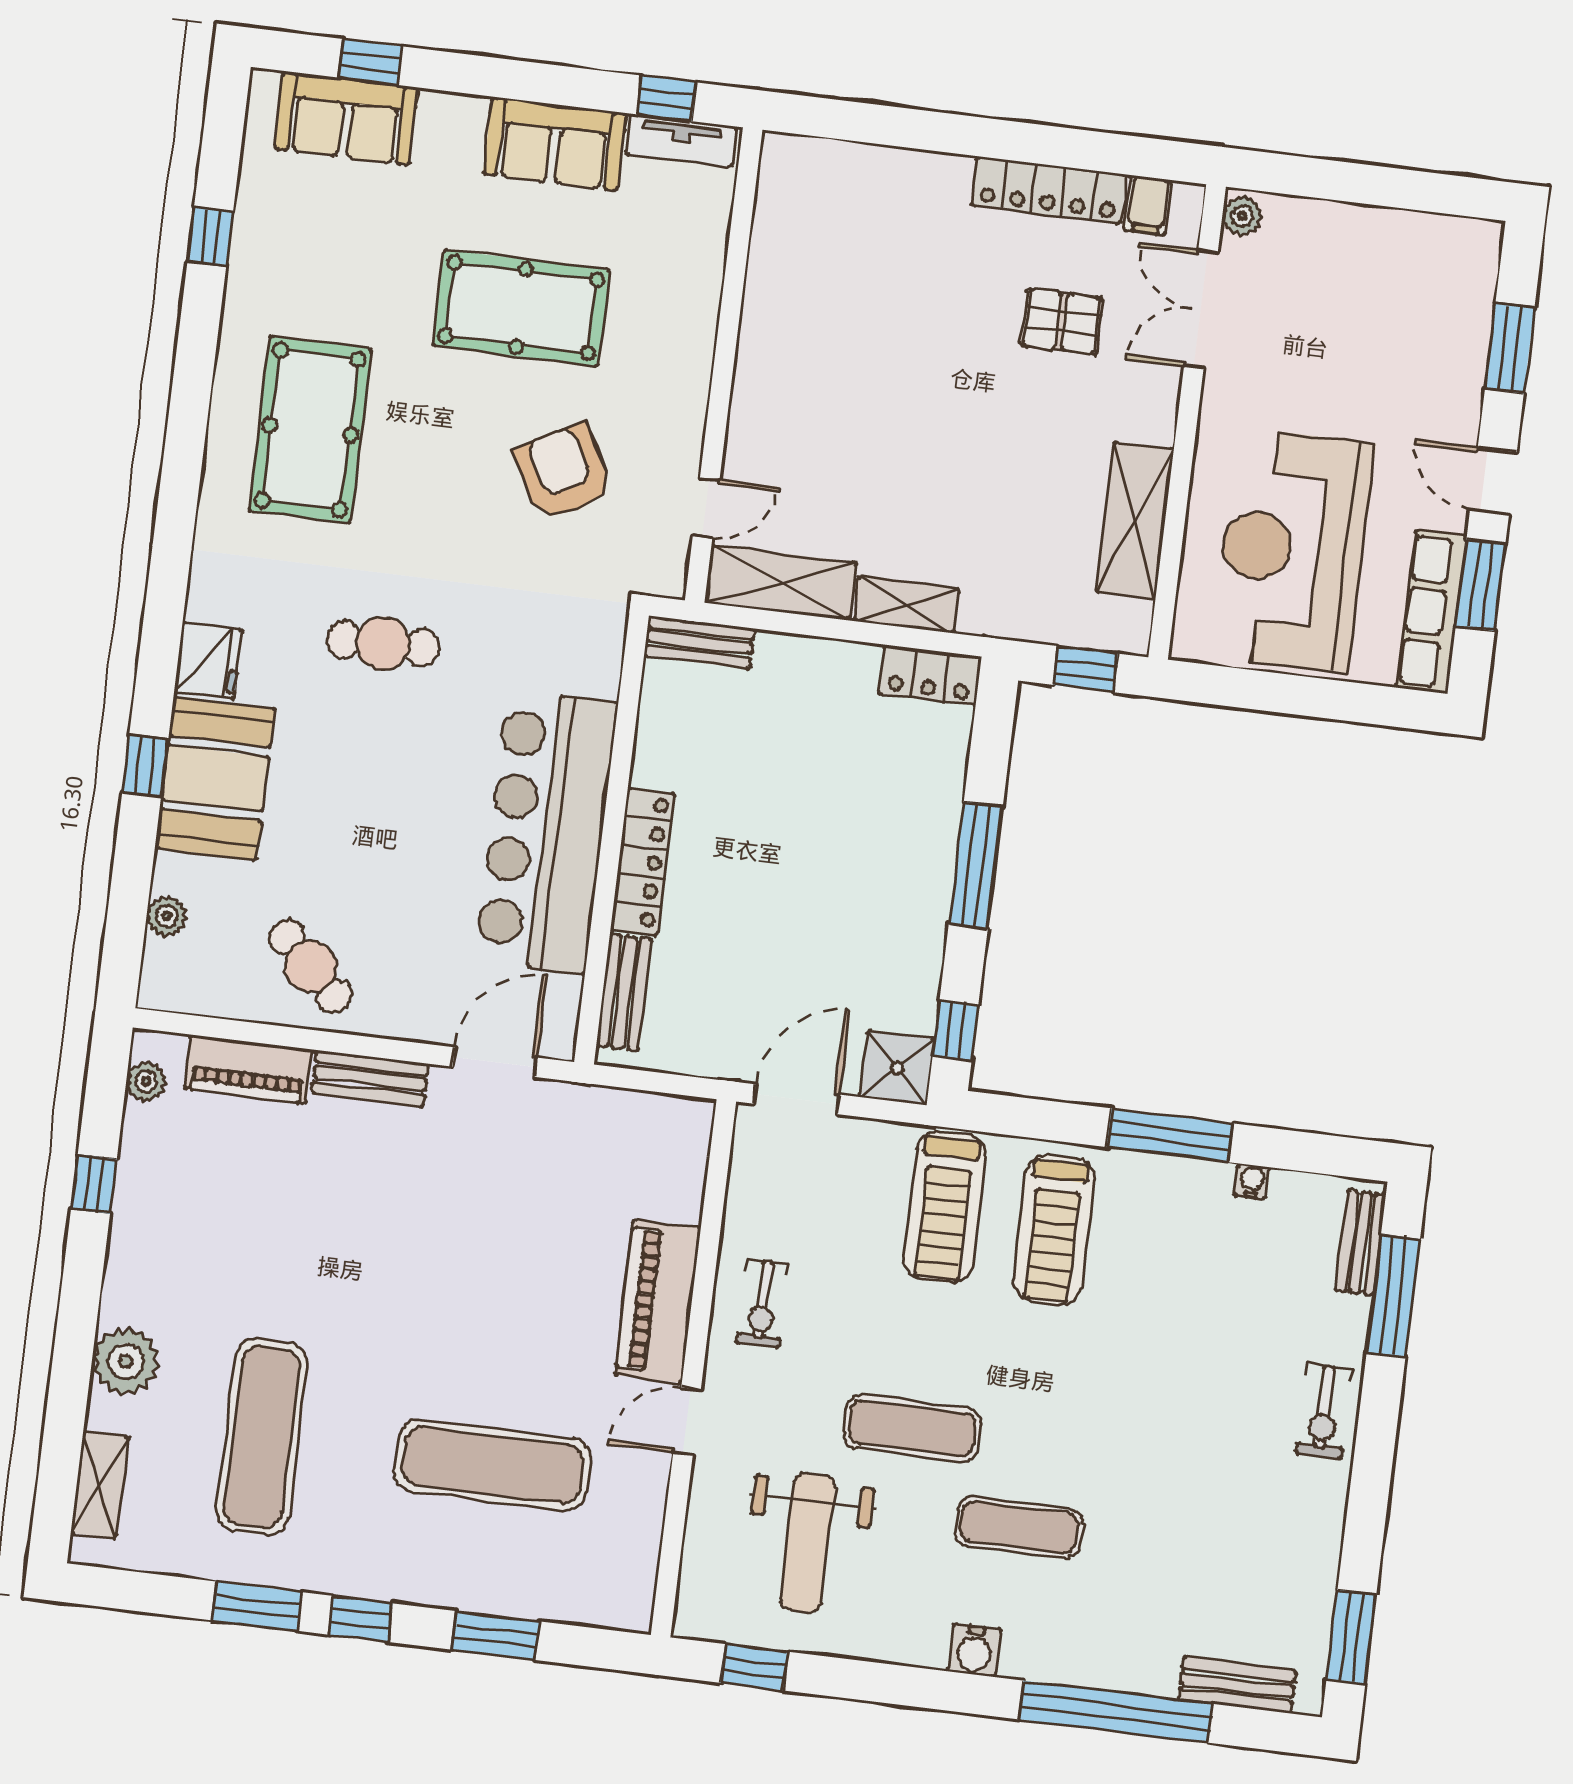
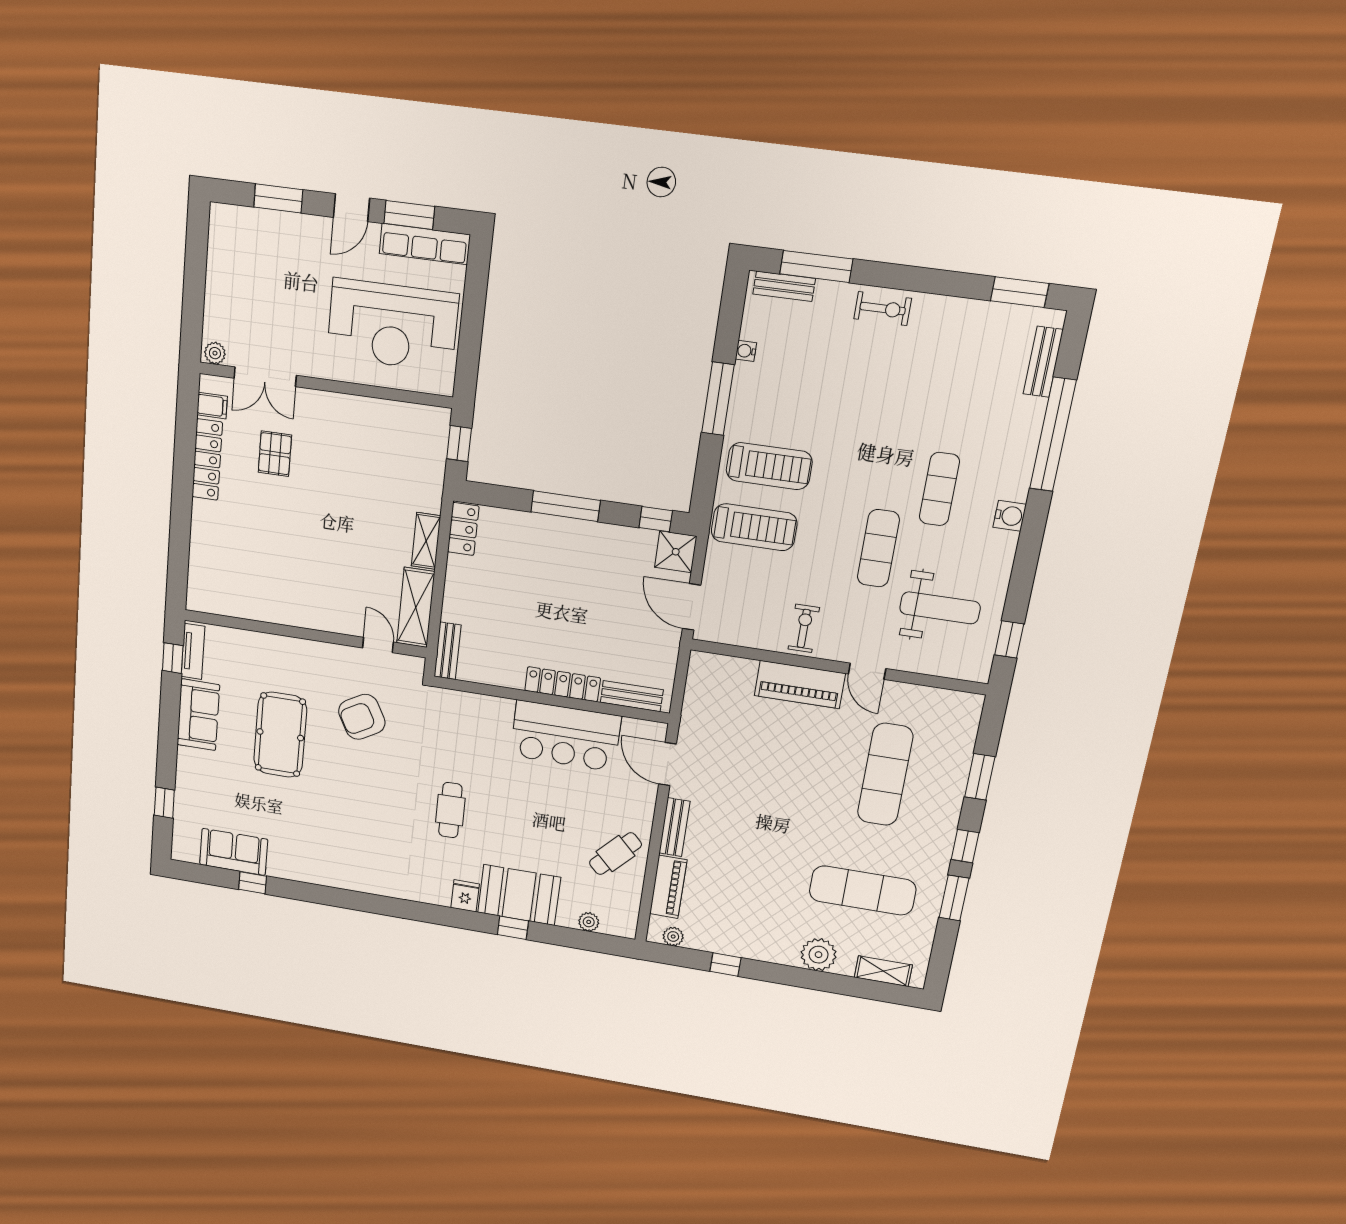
sofa: (346, 118) -> (234, 852), moved, turned -90
pool table: (310, 430) -> (345, 840), removed
shelving: (1135, 520) -> (379, 415), removed
fridge: (208, 661) -> (465, 896), width x0.72
bar counter: (546, 832) -> (565, 736), width x0.73
exercise bike: (763, 1304) -> (804, 628), turned -90

